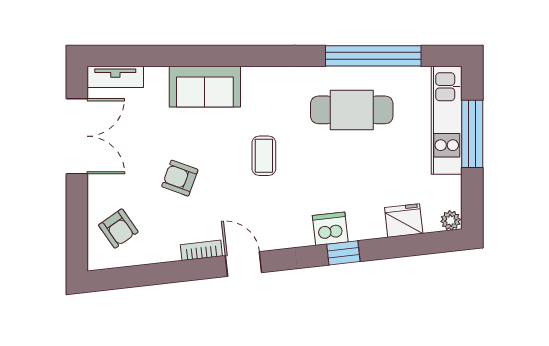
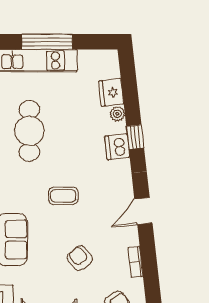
armchair: (180, 178) -> (80, 258), turned 120
plant: (451, 220) -> (117, 114), moved
bookcase: (201, 250) -> (135, 262), moved

